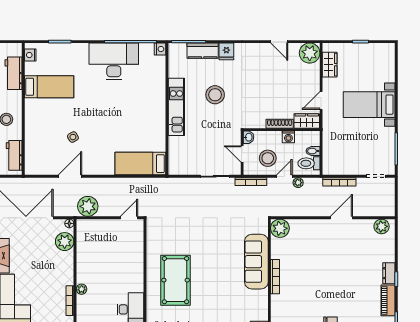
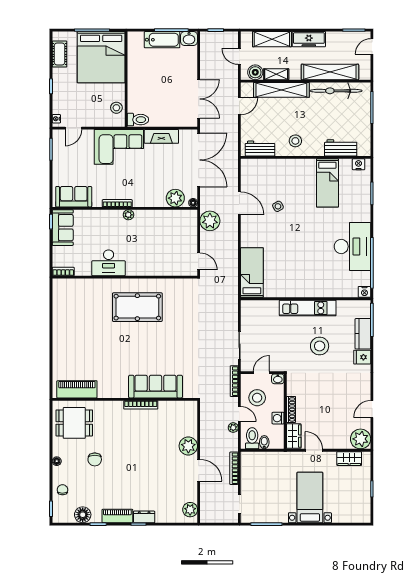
plant: (280, 228) -> (188, 446), moved

